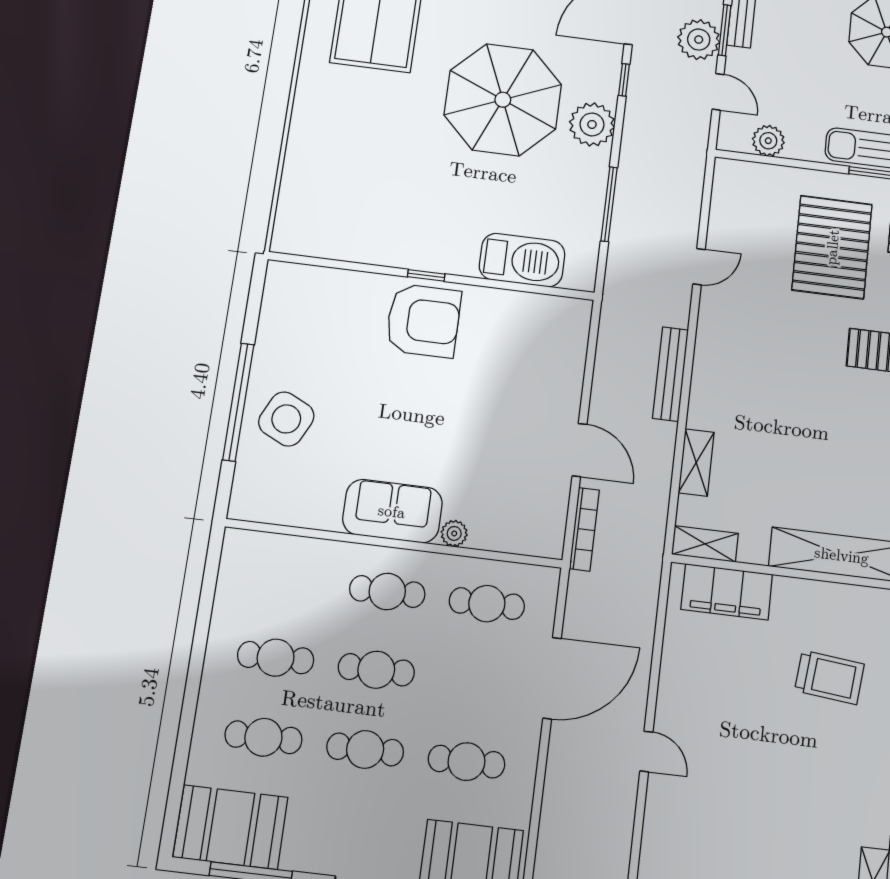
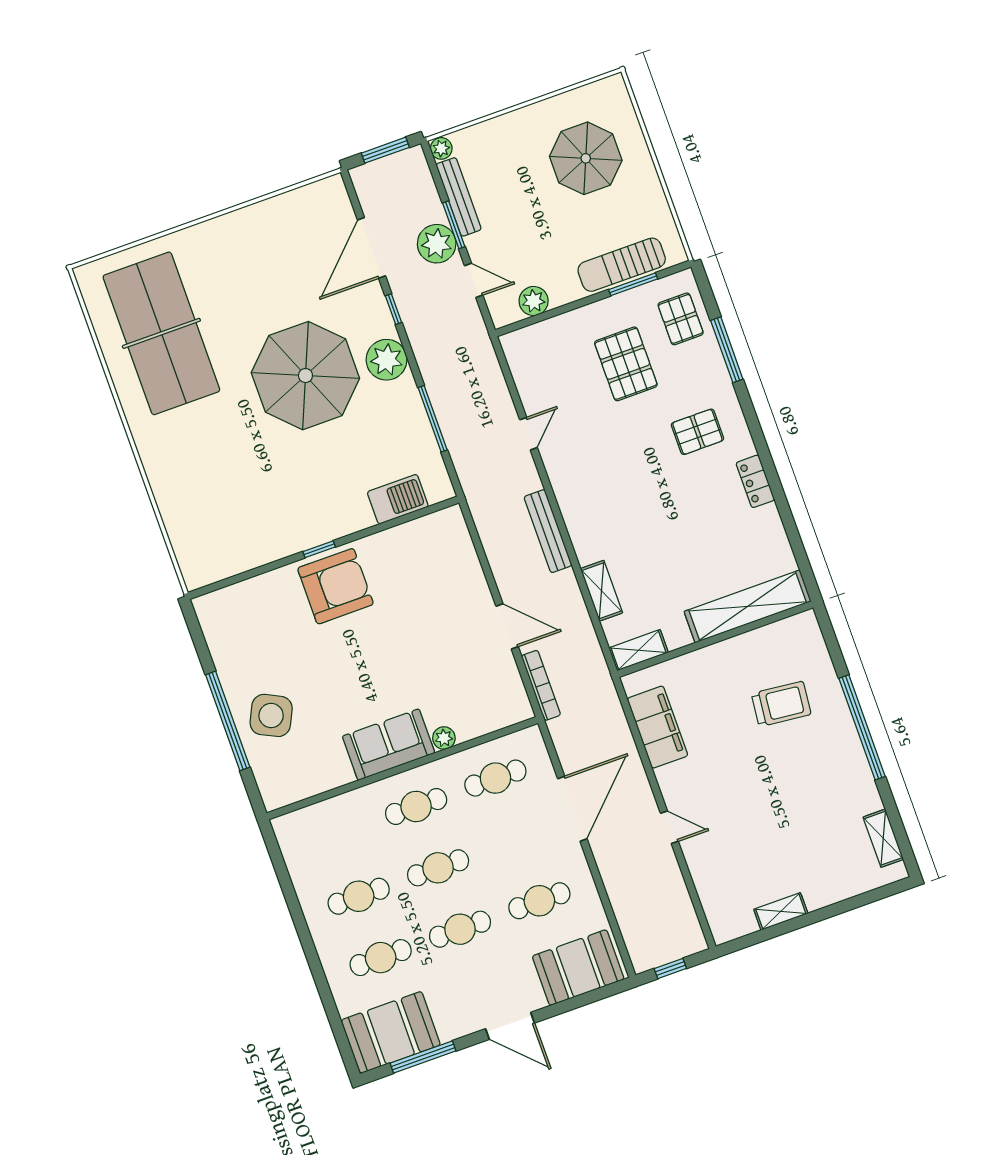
pallet: (832, 247) -> (626, 364), width x0.73, depth x0.71
barbecue: (522, 260) -> (398, 499), width x0.73, depth x0.83
filing cabinet: (727, 592) -> (657, 727), moved, turned -90

